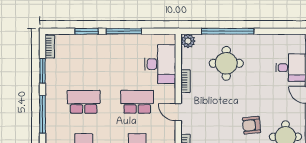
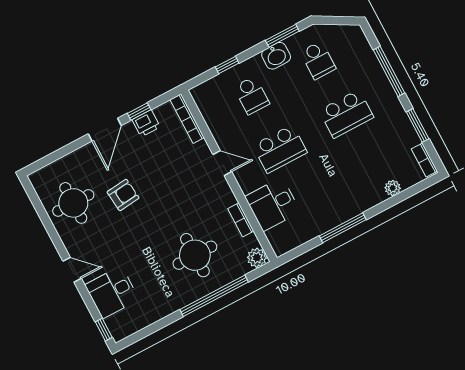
window: (87, 31) -> (389, 203), removed
plant: (79, 40) -> (393, 188), added
desk: (160, 64) -> (273, 204), width x0.73
bookcase: (186, 81) -> (241, 220), moved

